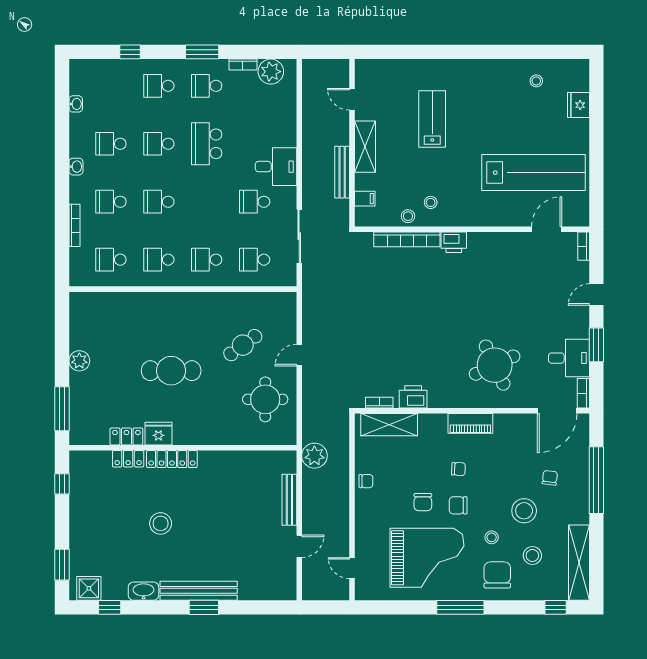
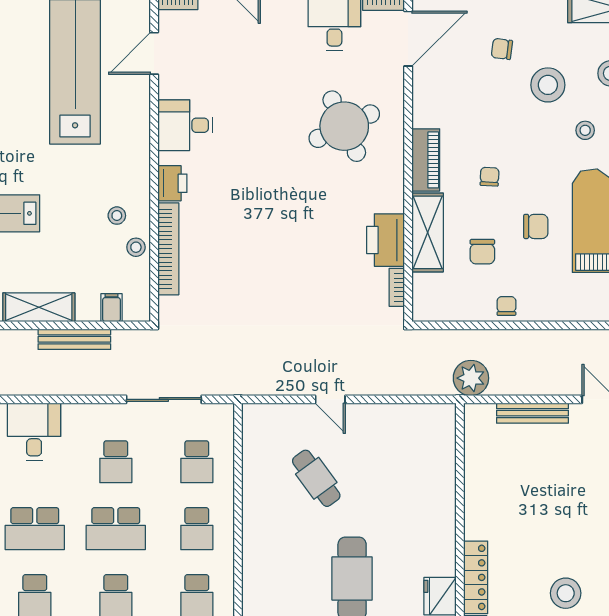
desk: (276, 167) -> (34, 432), moved
school desk: (207, 202) -> (116, 529), added
door: (547, 229) -> (154, 53), hinge flipped
desk: (495, 251) -> (185, 125), added
printer: (413, 397) -> (386, 240), width x1.37, depth x1.19
round table: (265, 399) -> (392, 447), removed
door: (557, 411) -> (408, 39), hinge flipped
shelving: (389, 425) -> (428, 232), moved
chair: (458, 505) -> (482, 252), moved

